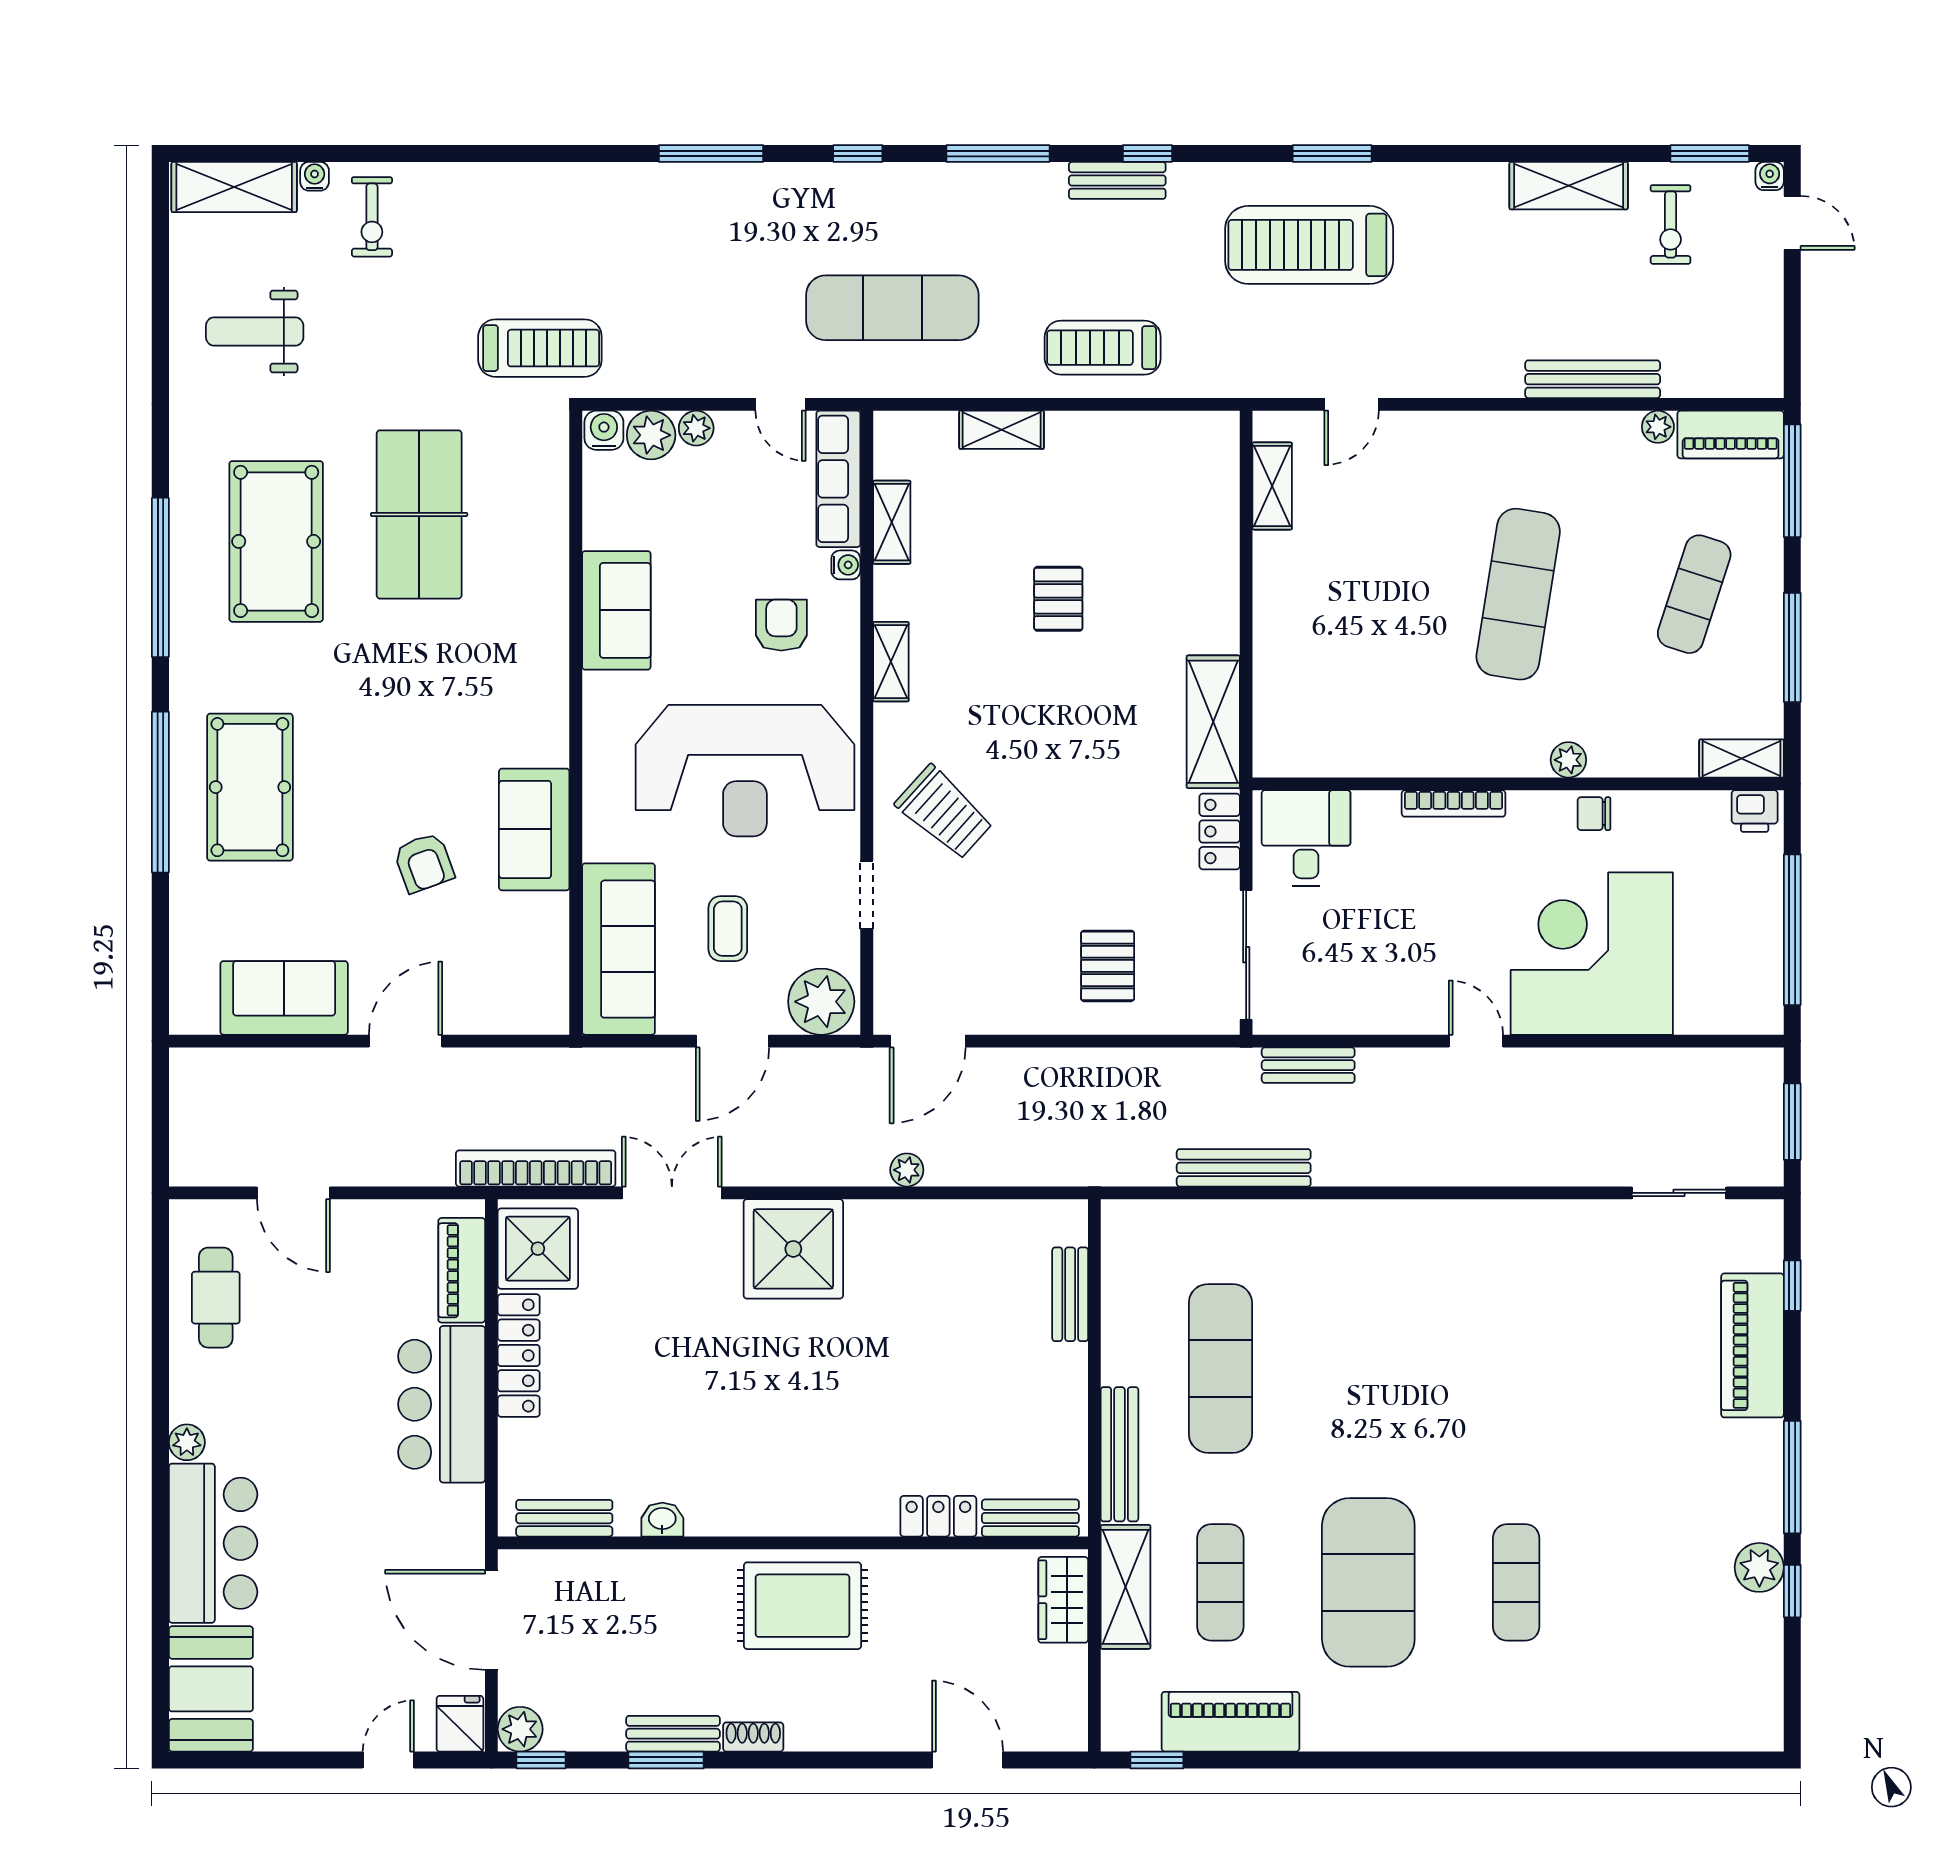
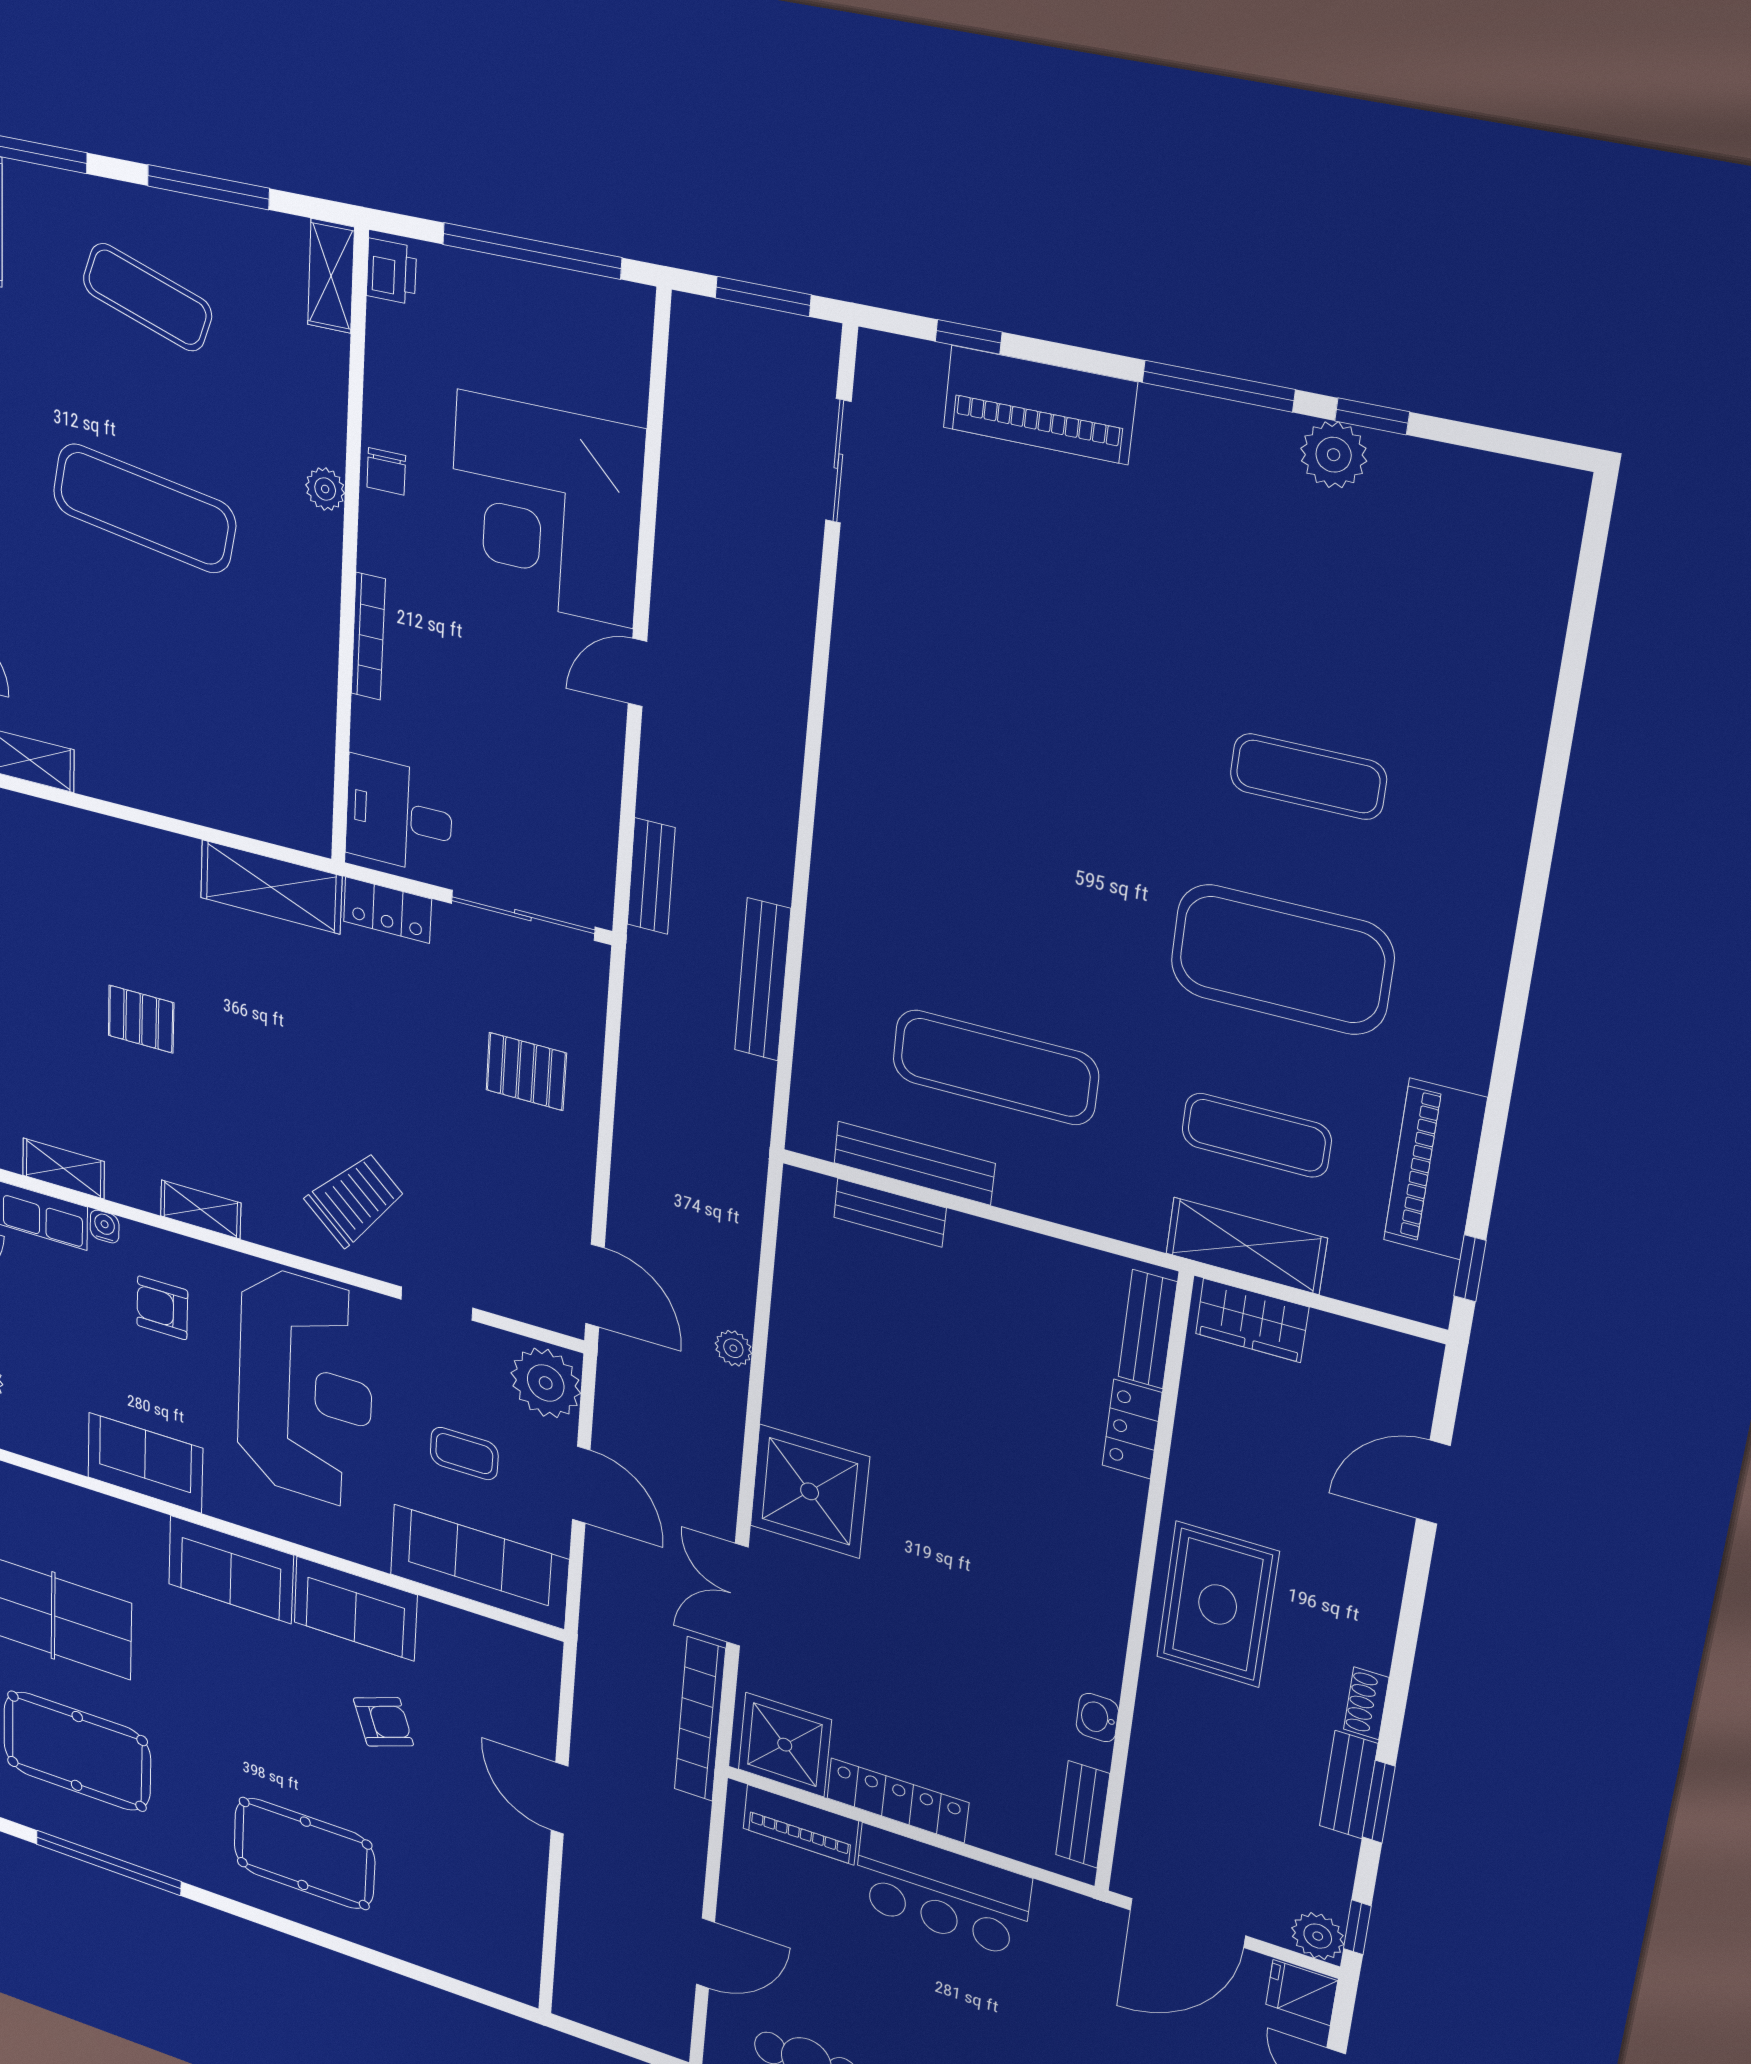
window: (160, 792) -> (306, 1933), removed
sofa: (284, 998) -> (231, 1570), moved, turned -90
bench: (1120, 1454) -> (914, 1163), moved

